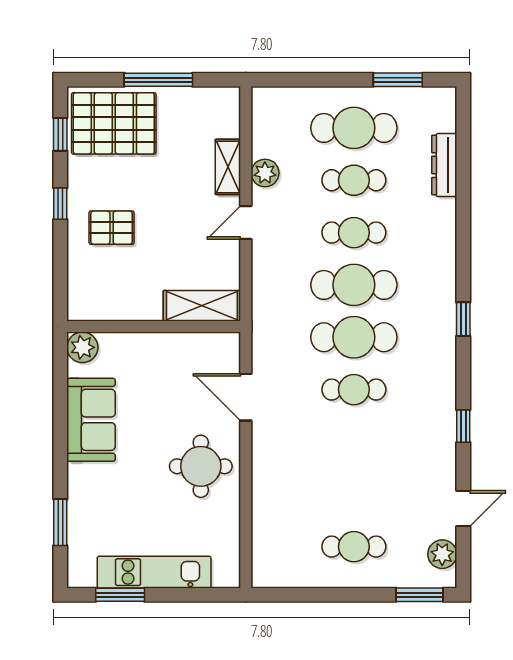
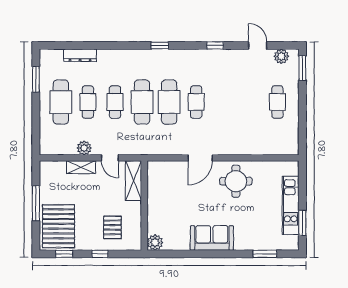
shelving: (202, 306) -> (134, 181), moved
wall: (154, 327) -> (144, 206), moved
plant: (82, 347) -> (155, 242), moved

